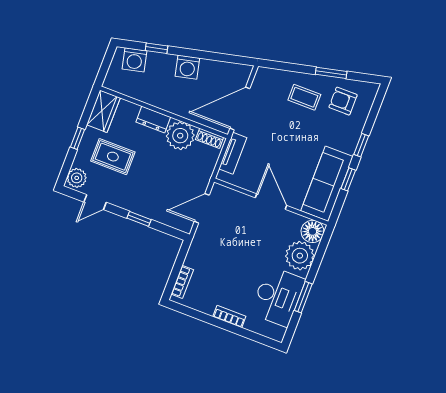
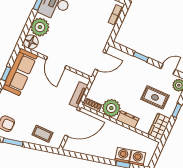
washing machine: (187, 67) -> (123, 155), moved
coffee table: (304, 97) -> (42, 134), moved

